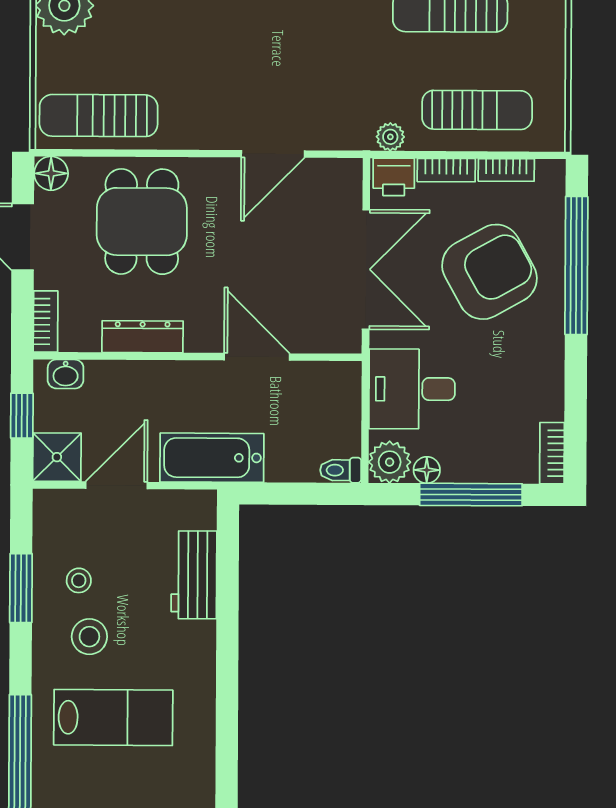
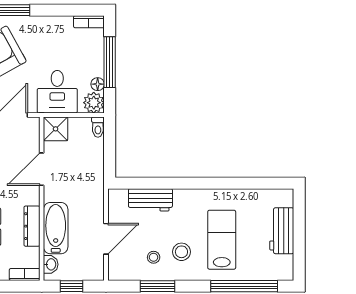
shower: (57, 457) -> (56, 129), moved
bathtub: (212, 458) -> (56, 228), moved, turned 180
door: (116, 485) -> (106, 239), swing flipped

